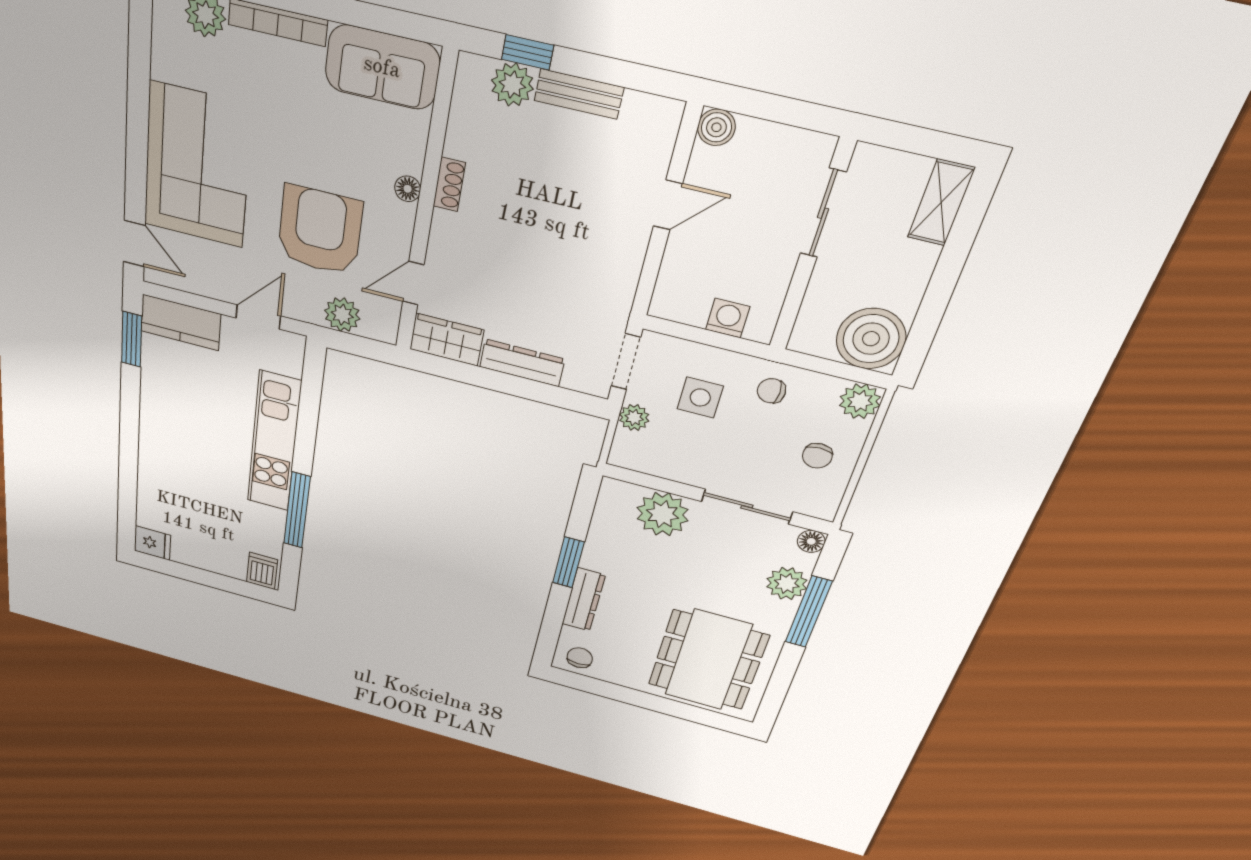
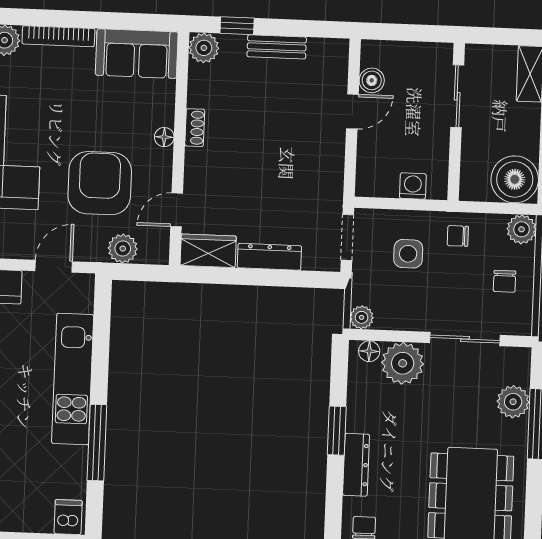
plant: (512, 85) -> (204, 48), moved
boiler: (716, 127) -> (372, 80), moved
plant: (634, 418) -> (362, 317), moved
floor lamp: (811, 541) -> (369, 351), moved

